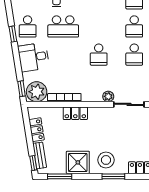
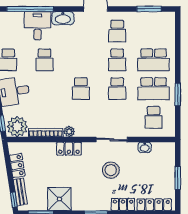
school desk: (63, 26) -> (44, 60), width x0.54
plant: (108, 96) -> (69, 131), moved
locker: (75, 113) -> (69, 149), moved
stool: (106, 160) -> (111, 170), moved

